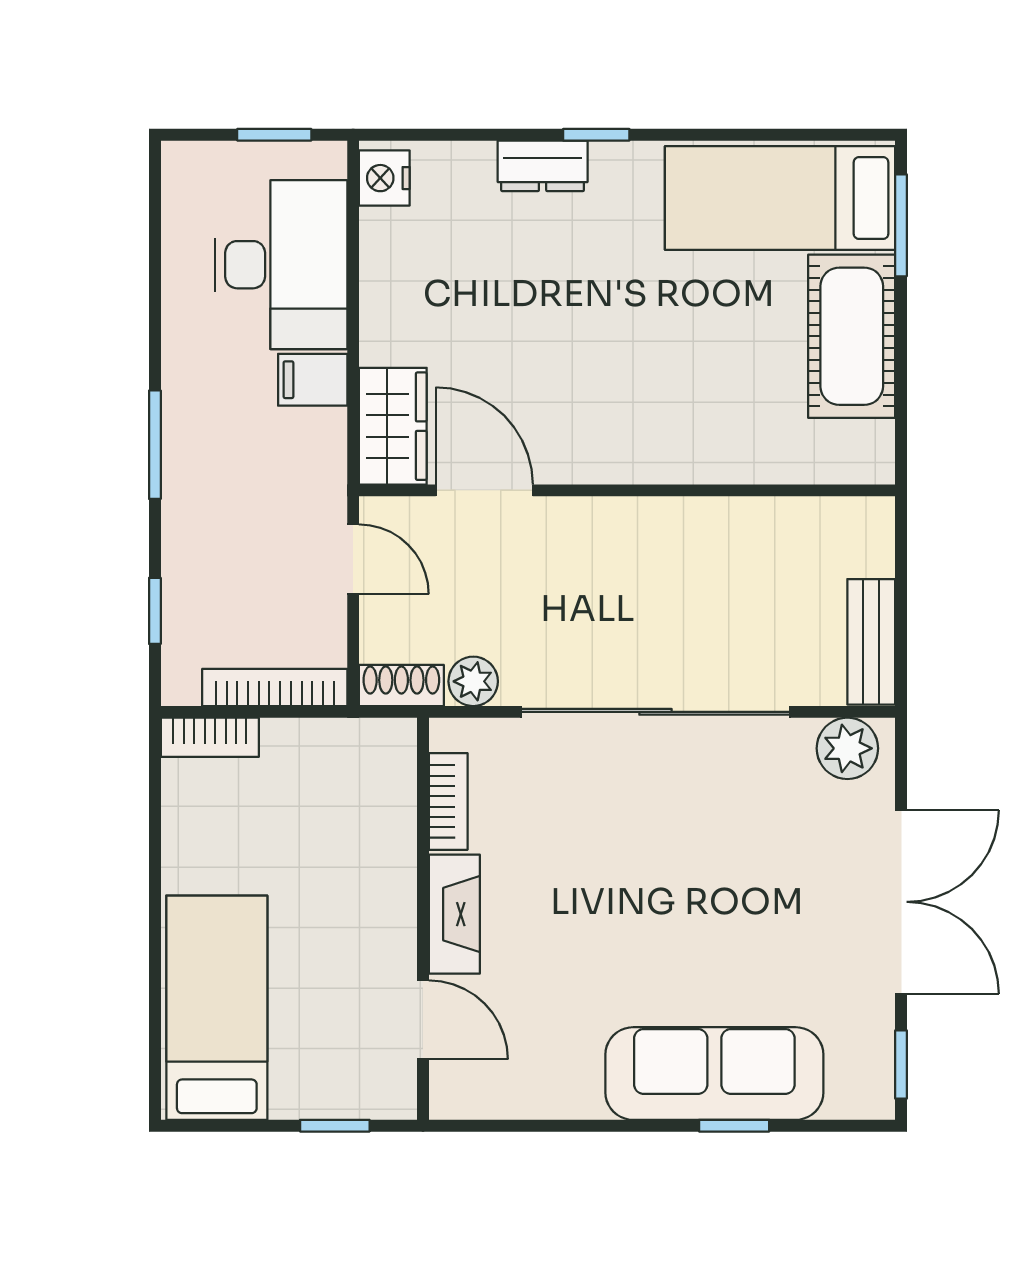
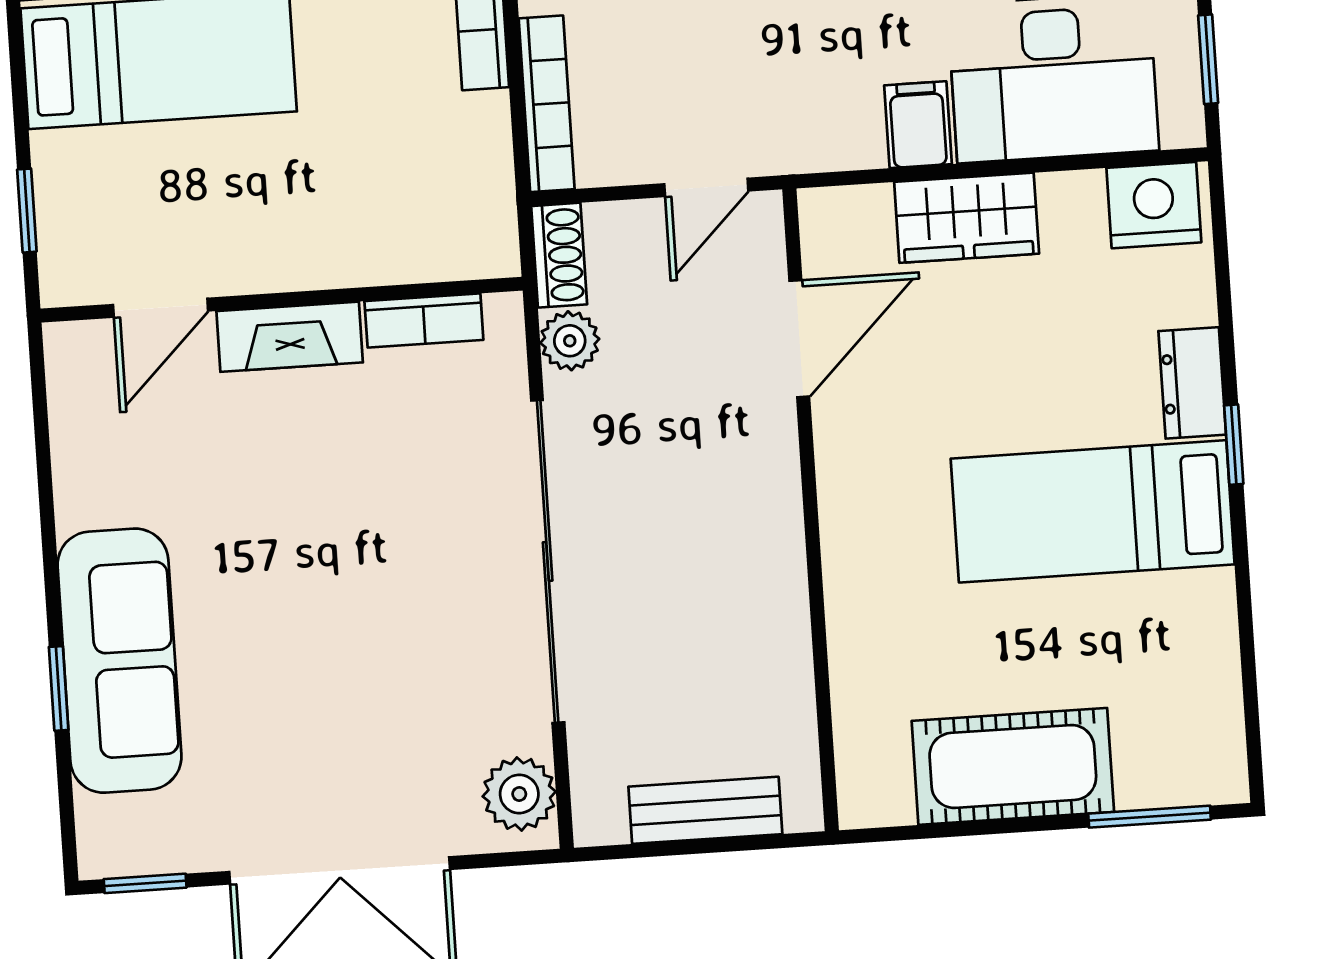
nightstand: (384, 178) -> (1154, 205), width x1.36, depth x1.33
bed: (780, 198) -> (1093, 511), moved, turned -90
wardrobe: (393, 426) -> (967, 218), moved
bench: (871, 642) -> (705, 810), moved

